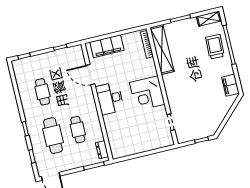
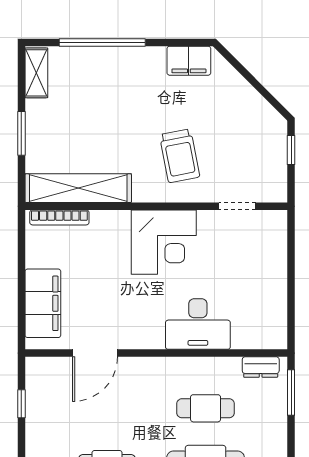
trolley: (215, 47) -> (180, 156), moved, turned -103
desk: (110, 98) -> (198, 324), moved

